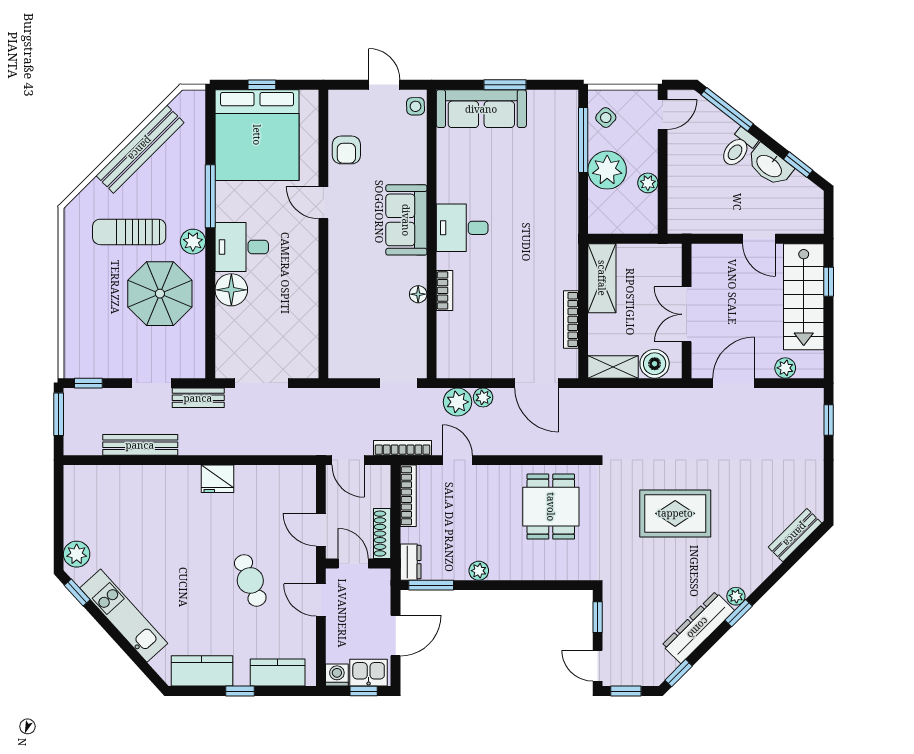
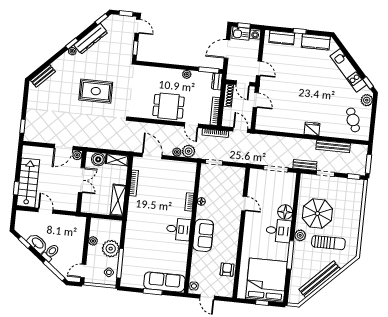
door: (323, 203) -> (244, 204), moved
plant: (785, 368) -> (77, 155), moved
fridge: (218, 479) -> (312, 129), moved
dining table: (551, 507) -> (169, 106), moved, turned 90
cafe table: (250, 580) -> (353, 120), moved

